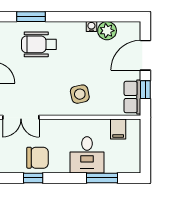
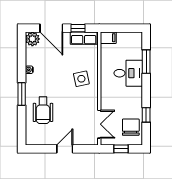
window: (31, 17) -> (22, 94), moved
plant: (107, 31) -> (32, 39), moved
filing cabinet: (118, 129) -> (108, 38), moved
chair: (38, 158) -> (131, 127), moved

